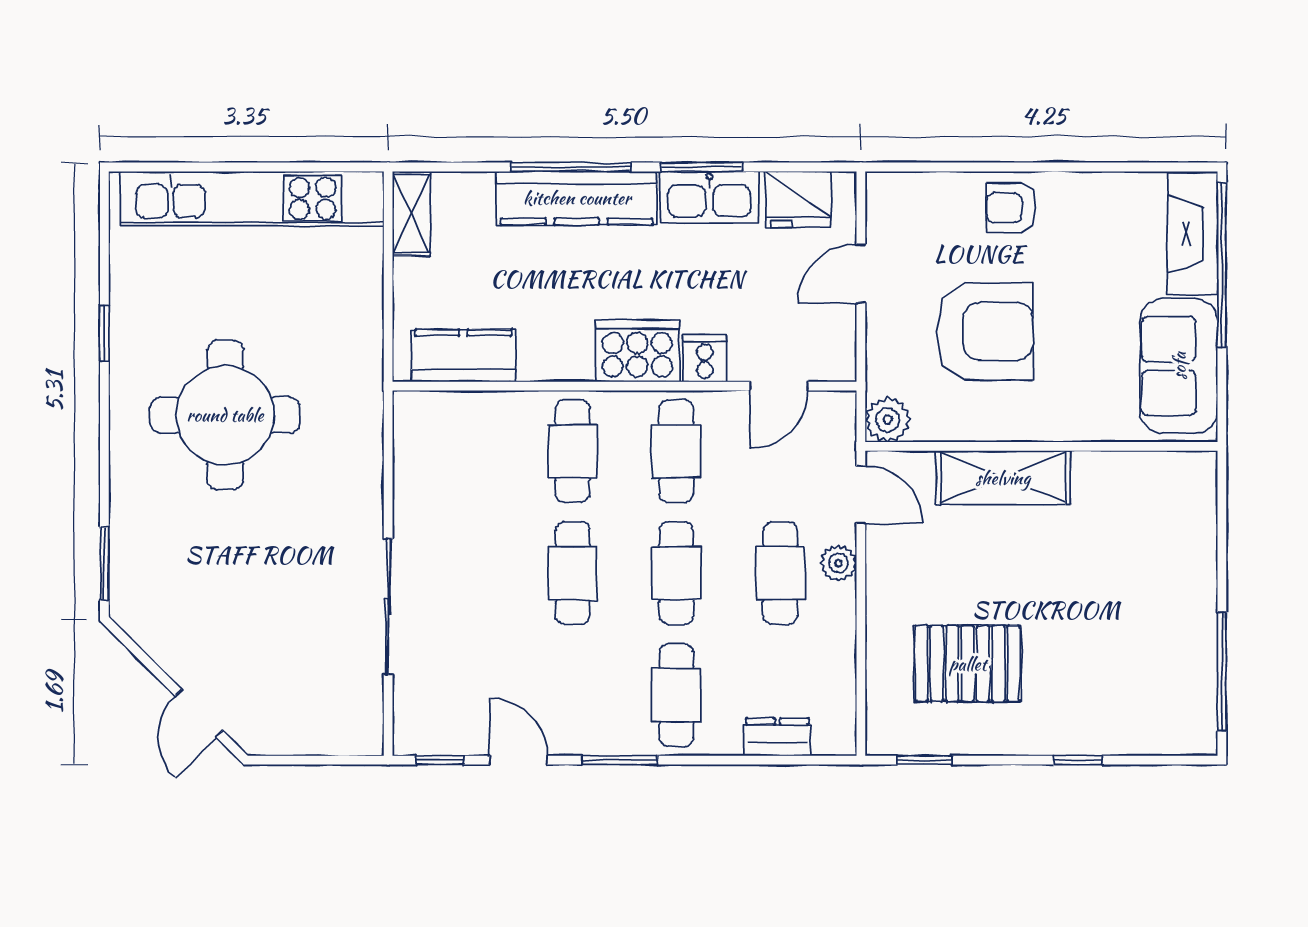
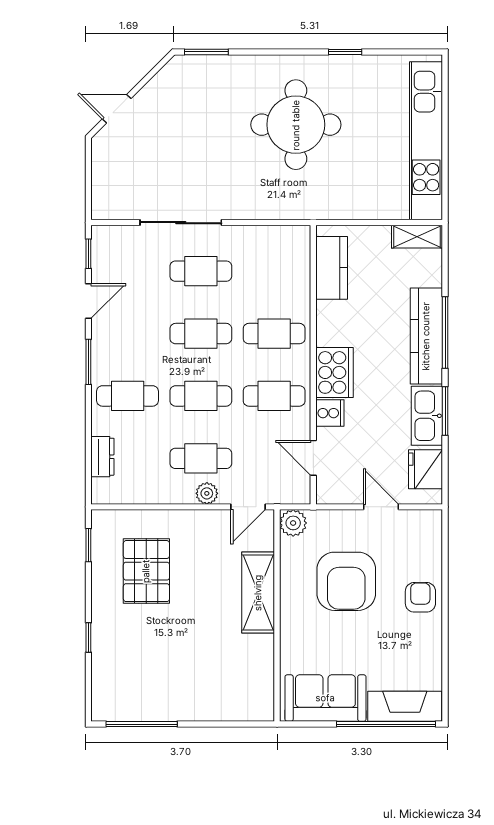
cafe table: (469, 573) -> (201, 271), added

